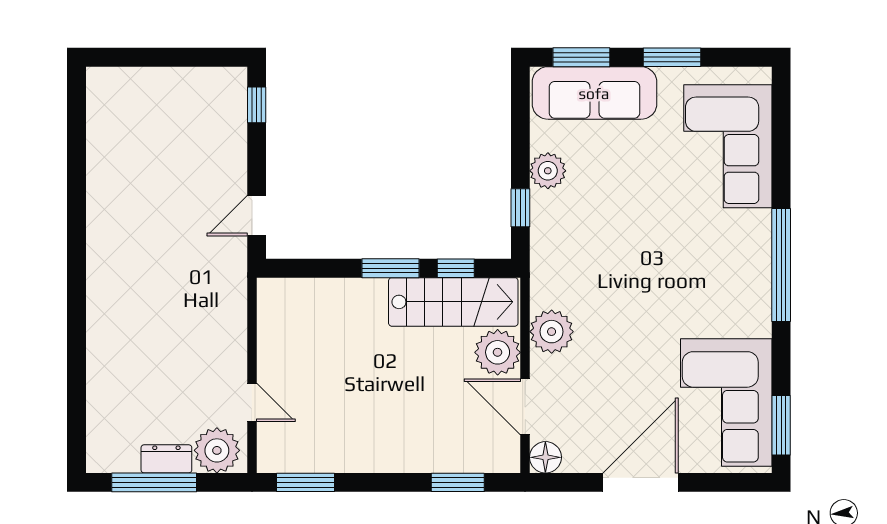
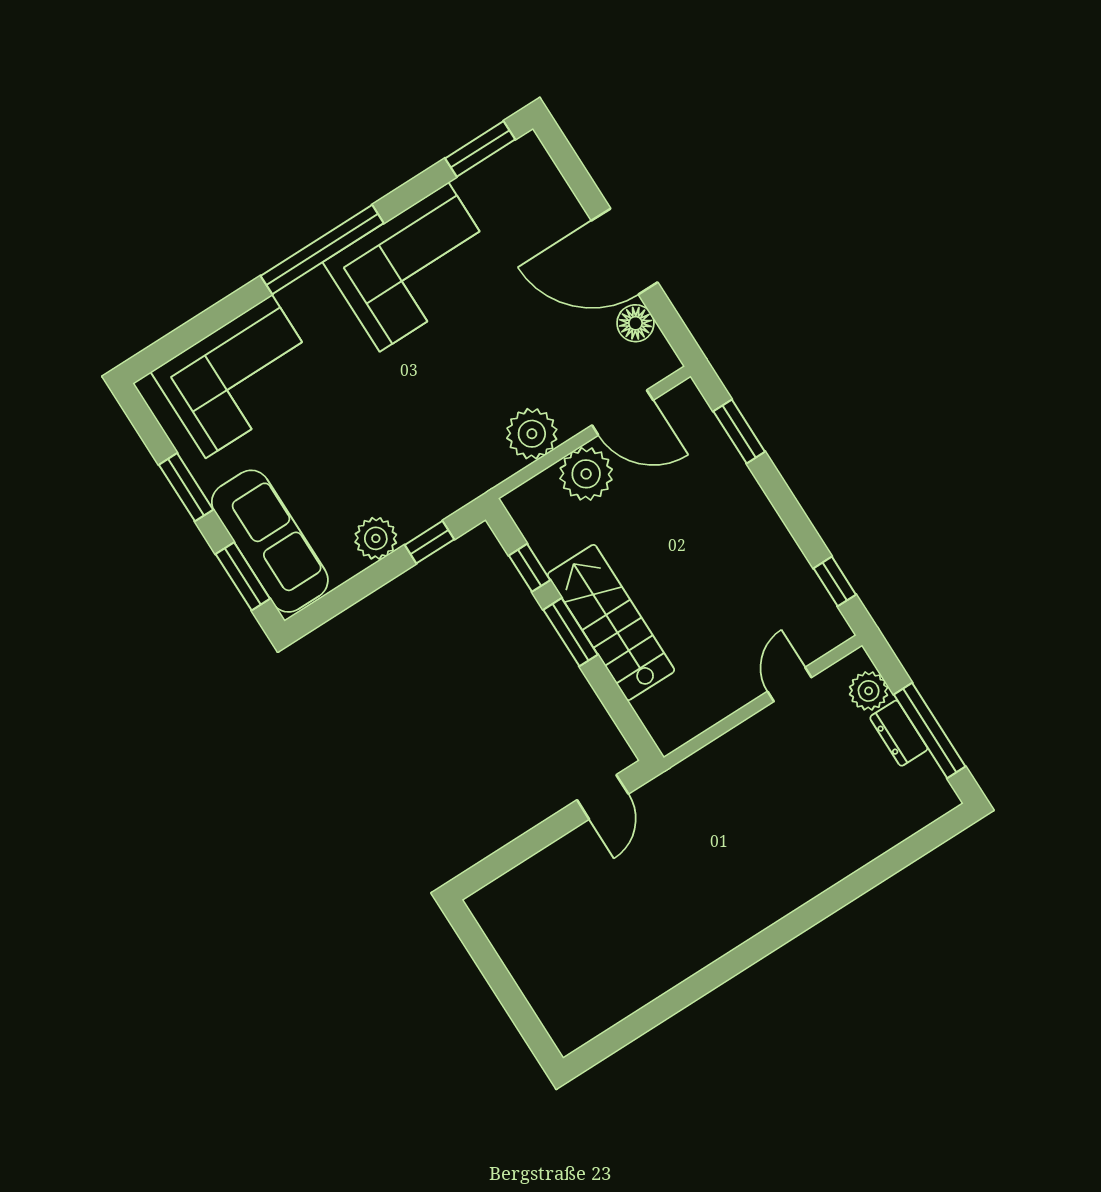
window: (257, 105) -> (494, 866), removed
door: (257, 216) -> (603, 797), hinge flipped
stairs: (453, 302) -> (611, 622), moved
corner sofa: (726, 403) -> (414, 267), moved
door: (525, 407) -> (623, 413), hinge flipped
plant: (217, 450) -> (869, 691), width x0.73, depth x0.73
floor lamp: (545, 457) -> (635, 323), moved
window: (305, 482) -> (835, 581), width x0.67

